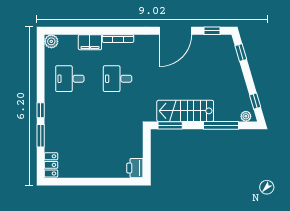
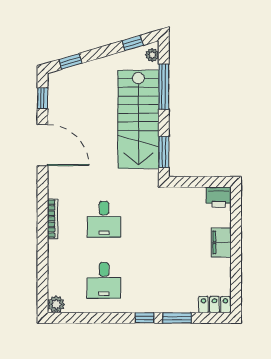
filing cabinet: (90, 42) -> (221, 242), moved, turned 180
stairs: (185, 111) -> (138, 119), width x1.36, depth x1.51

